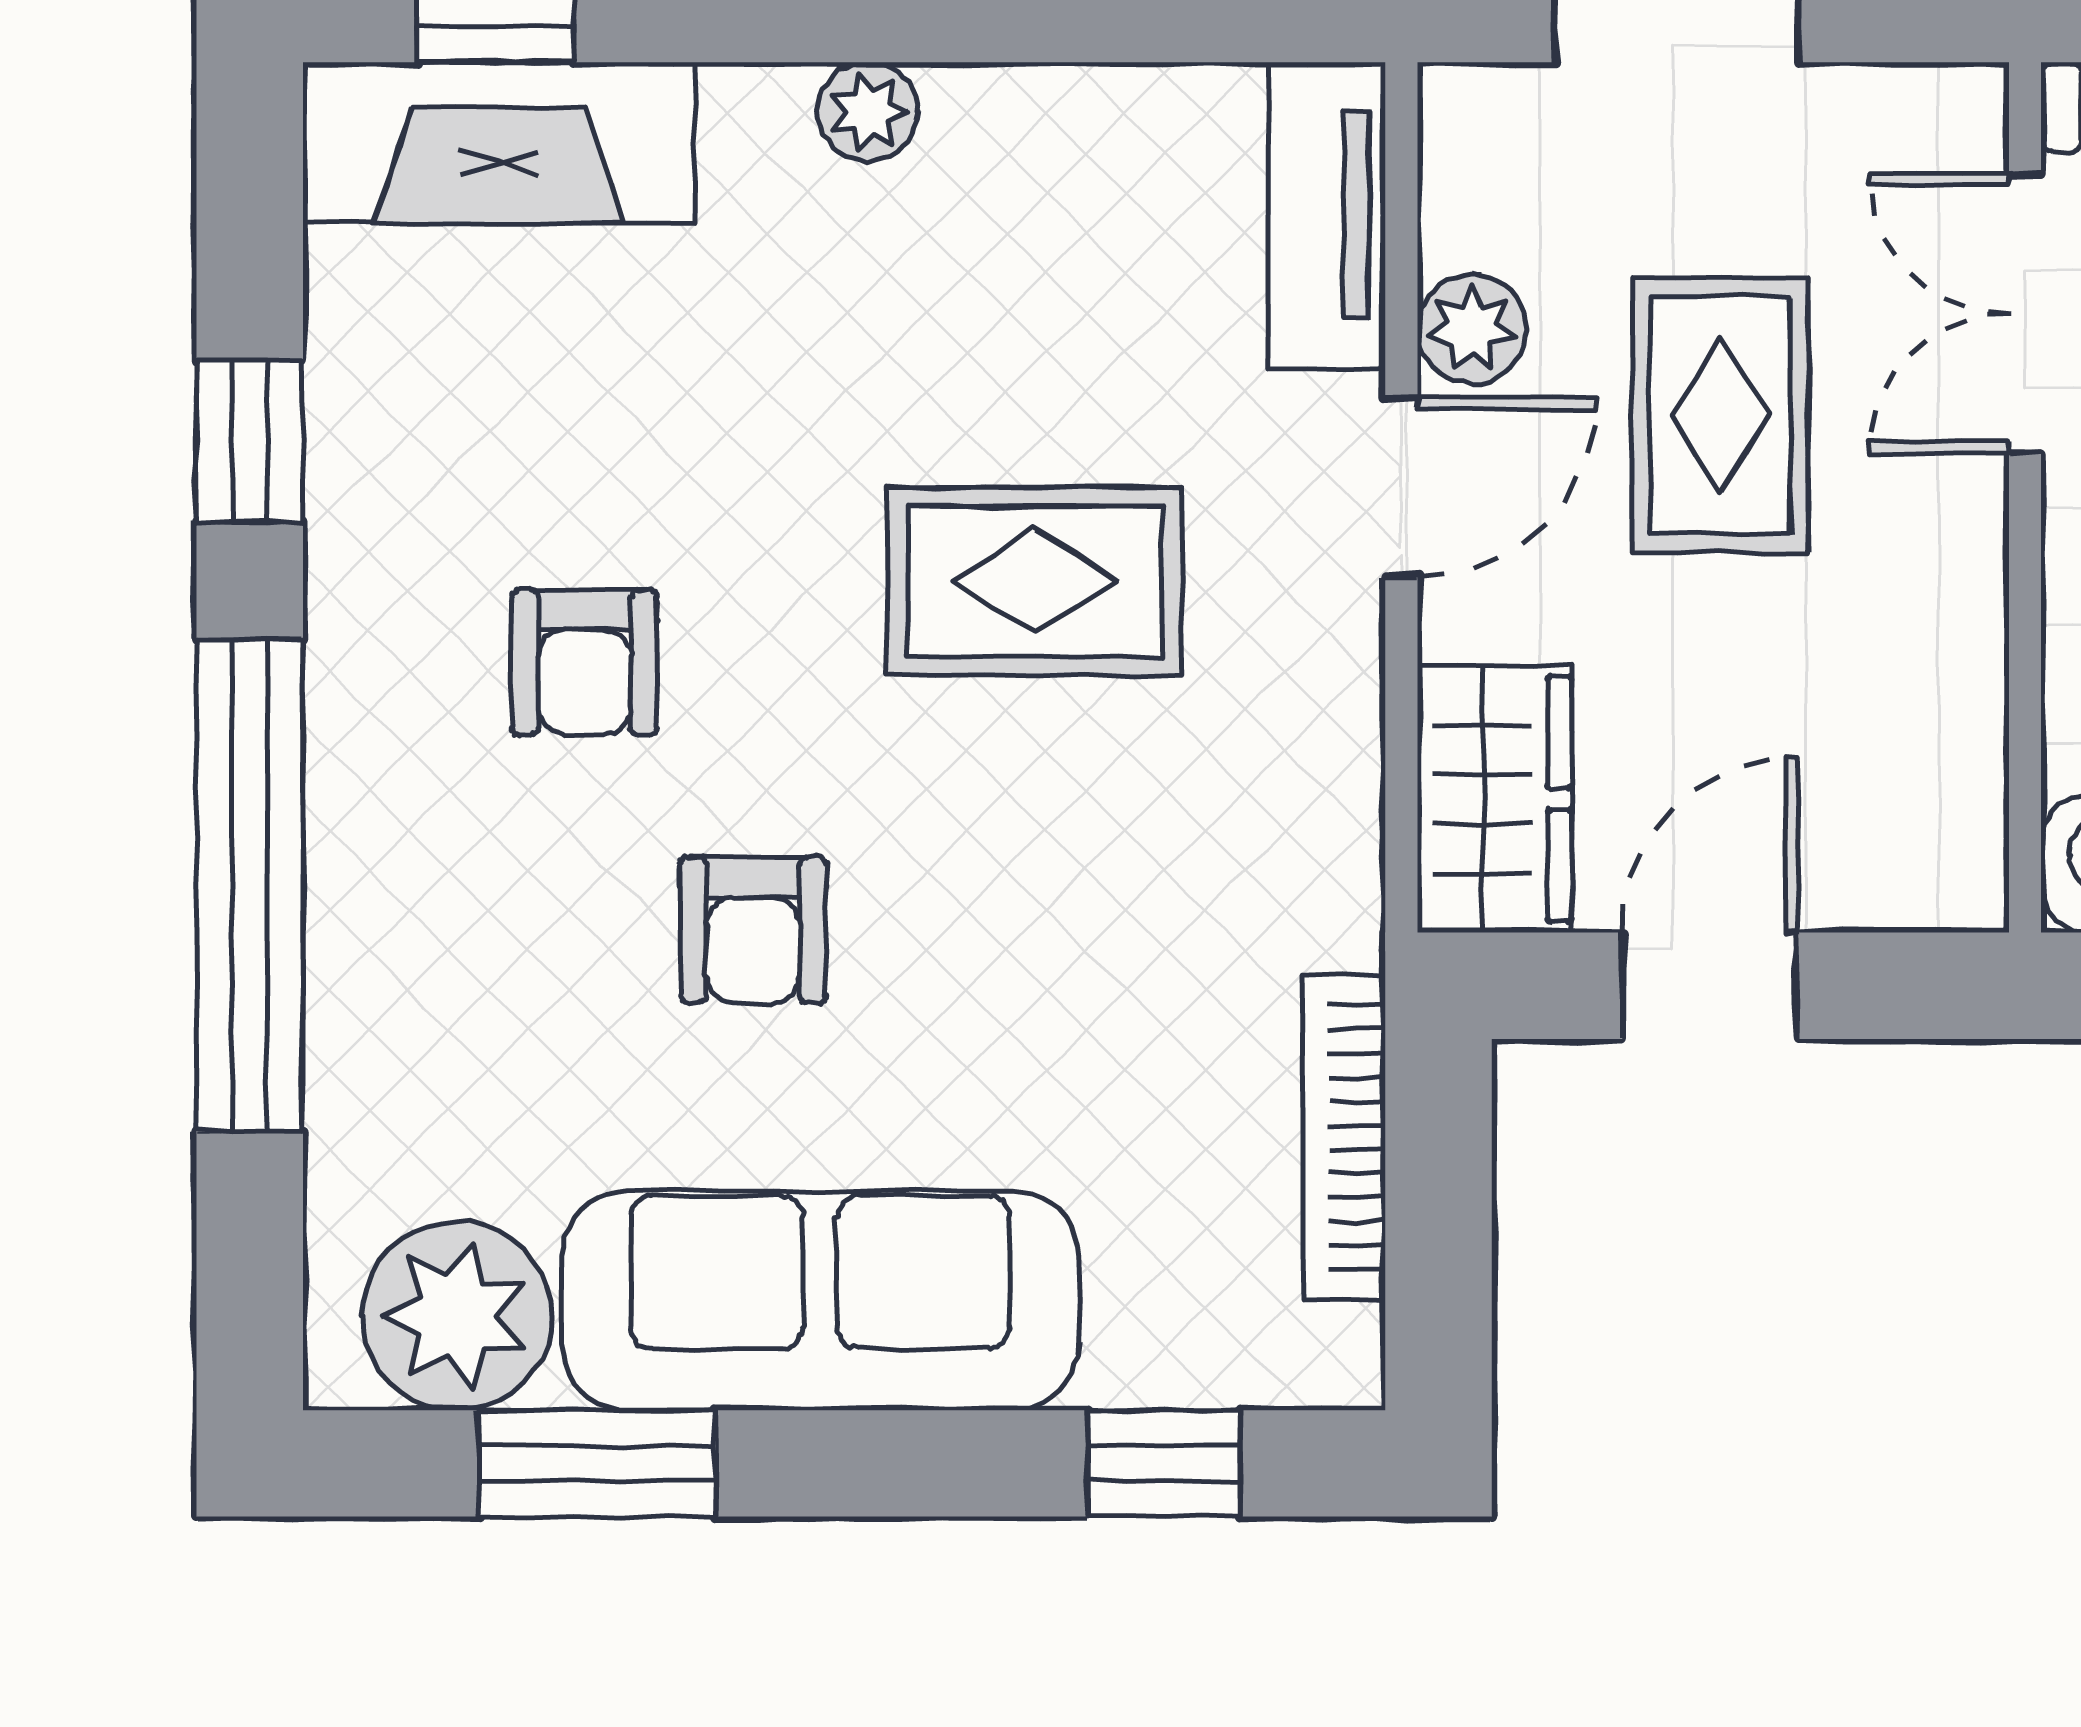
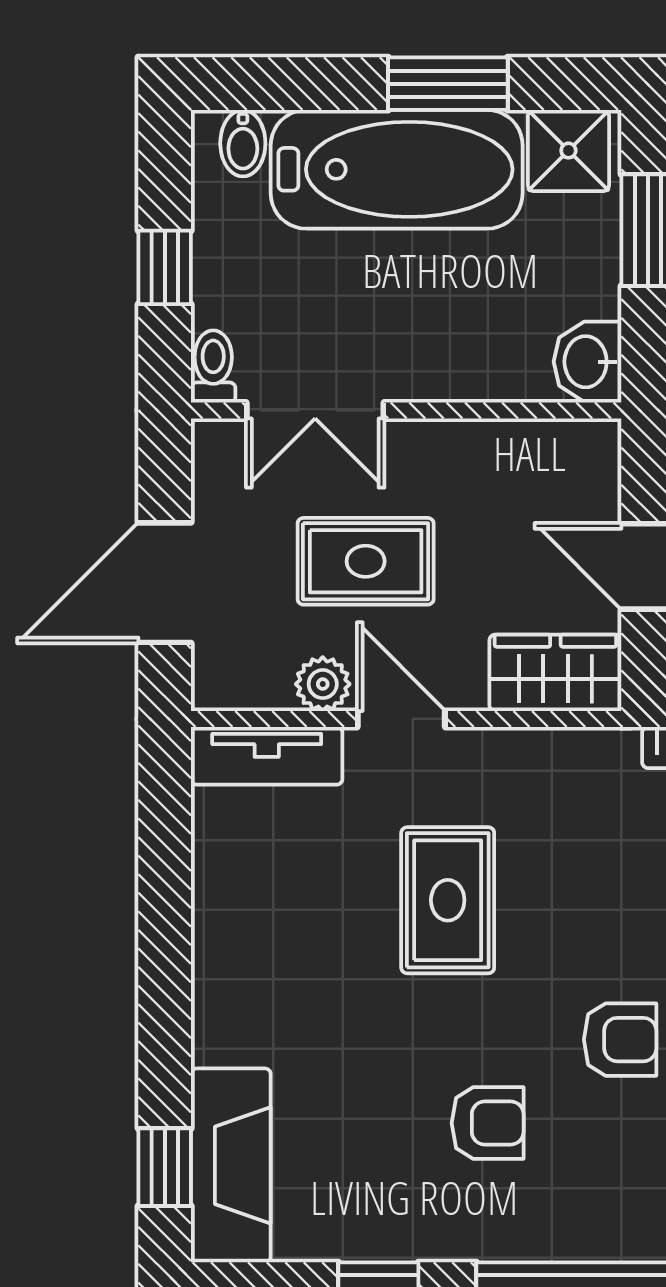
plant: (868, 112) -> (216, 983), removed

